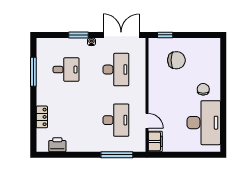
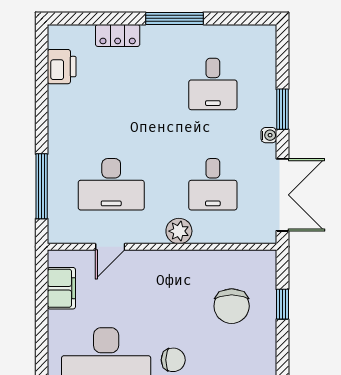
window: (165, 35) -> (282, 304), moved
desk: (116, 70) -> (213, 184), width x0.73
window: (33, 72) -> (174, 18), moved
plant: (139, 86) -> (179, 231), added
filing cabinet: (155, 141) -> (61, 288), moved, turned -90

